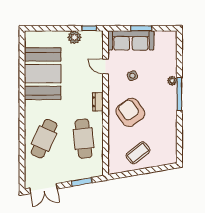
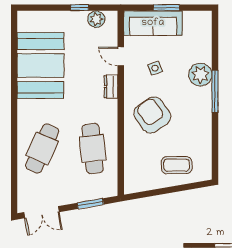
window: (89, 28) -> (80, 8), moved
plant: (74, 37) -> (96, 19), moved
plant: (172, 81) -> (200, 75), width x1.88, depth x1.88
dresser: (98, 102) -> (111, 87), moved
coffee table: (138, 153) -> (177, 165), moved, turned 39

